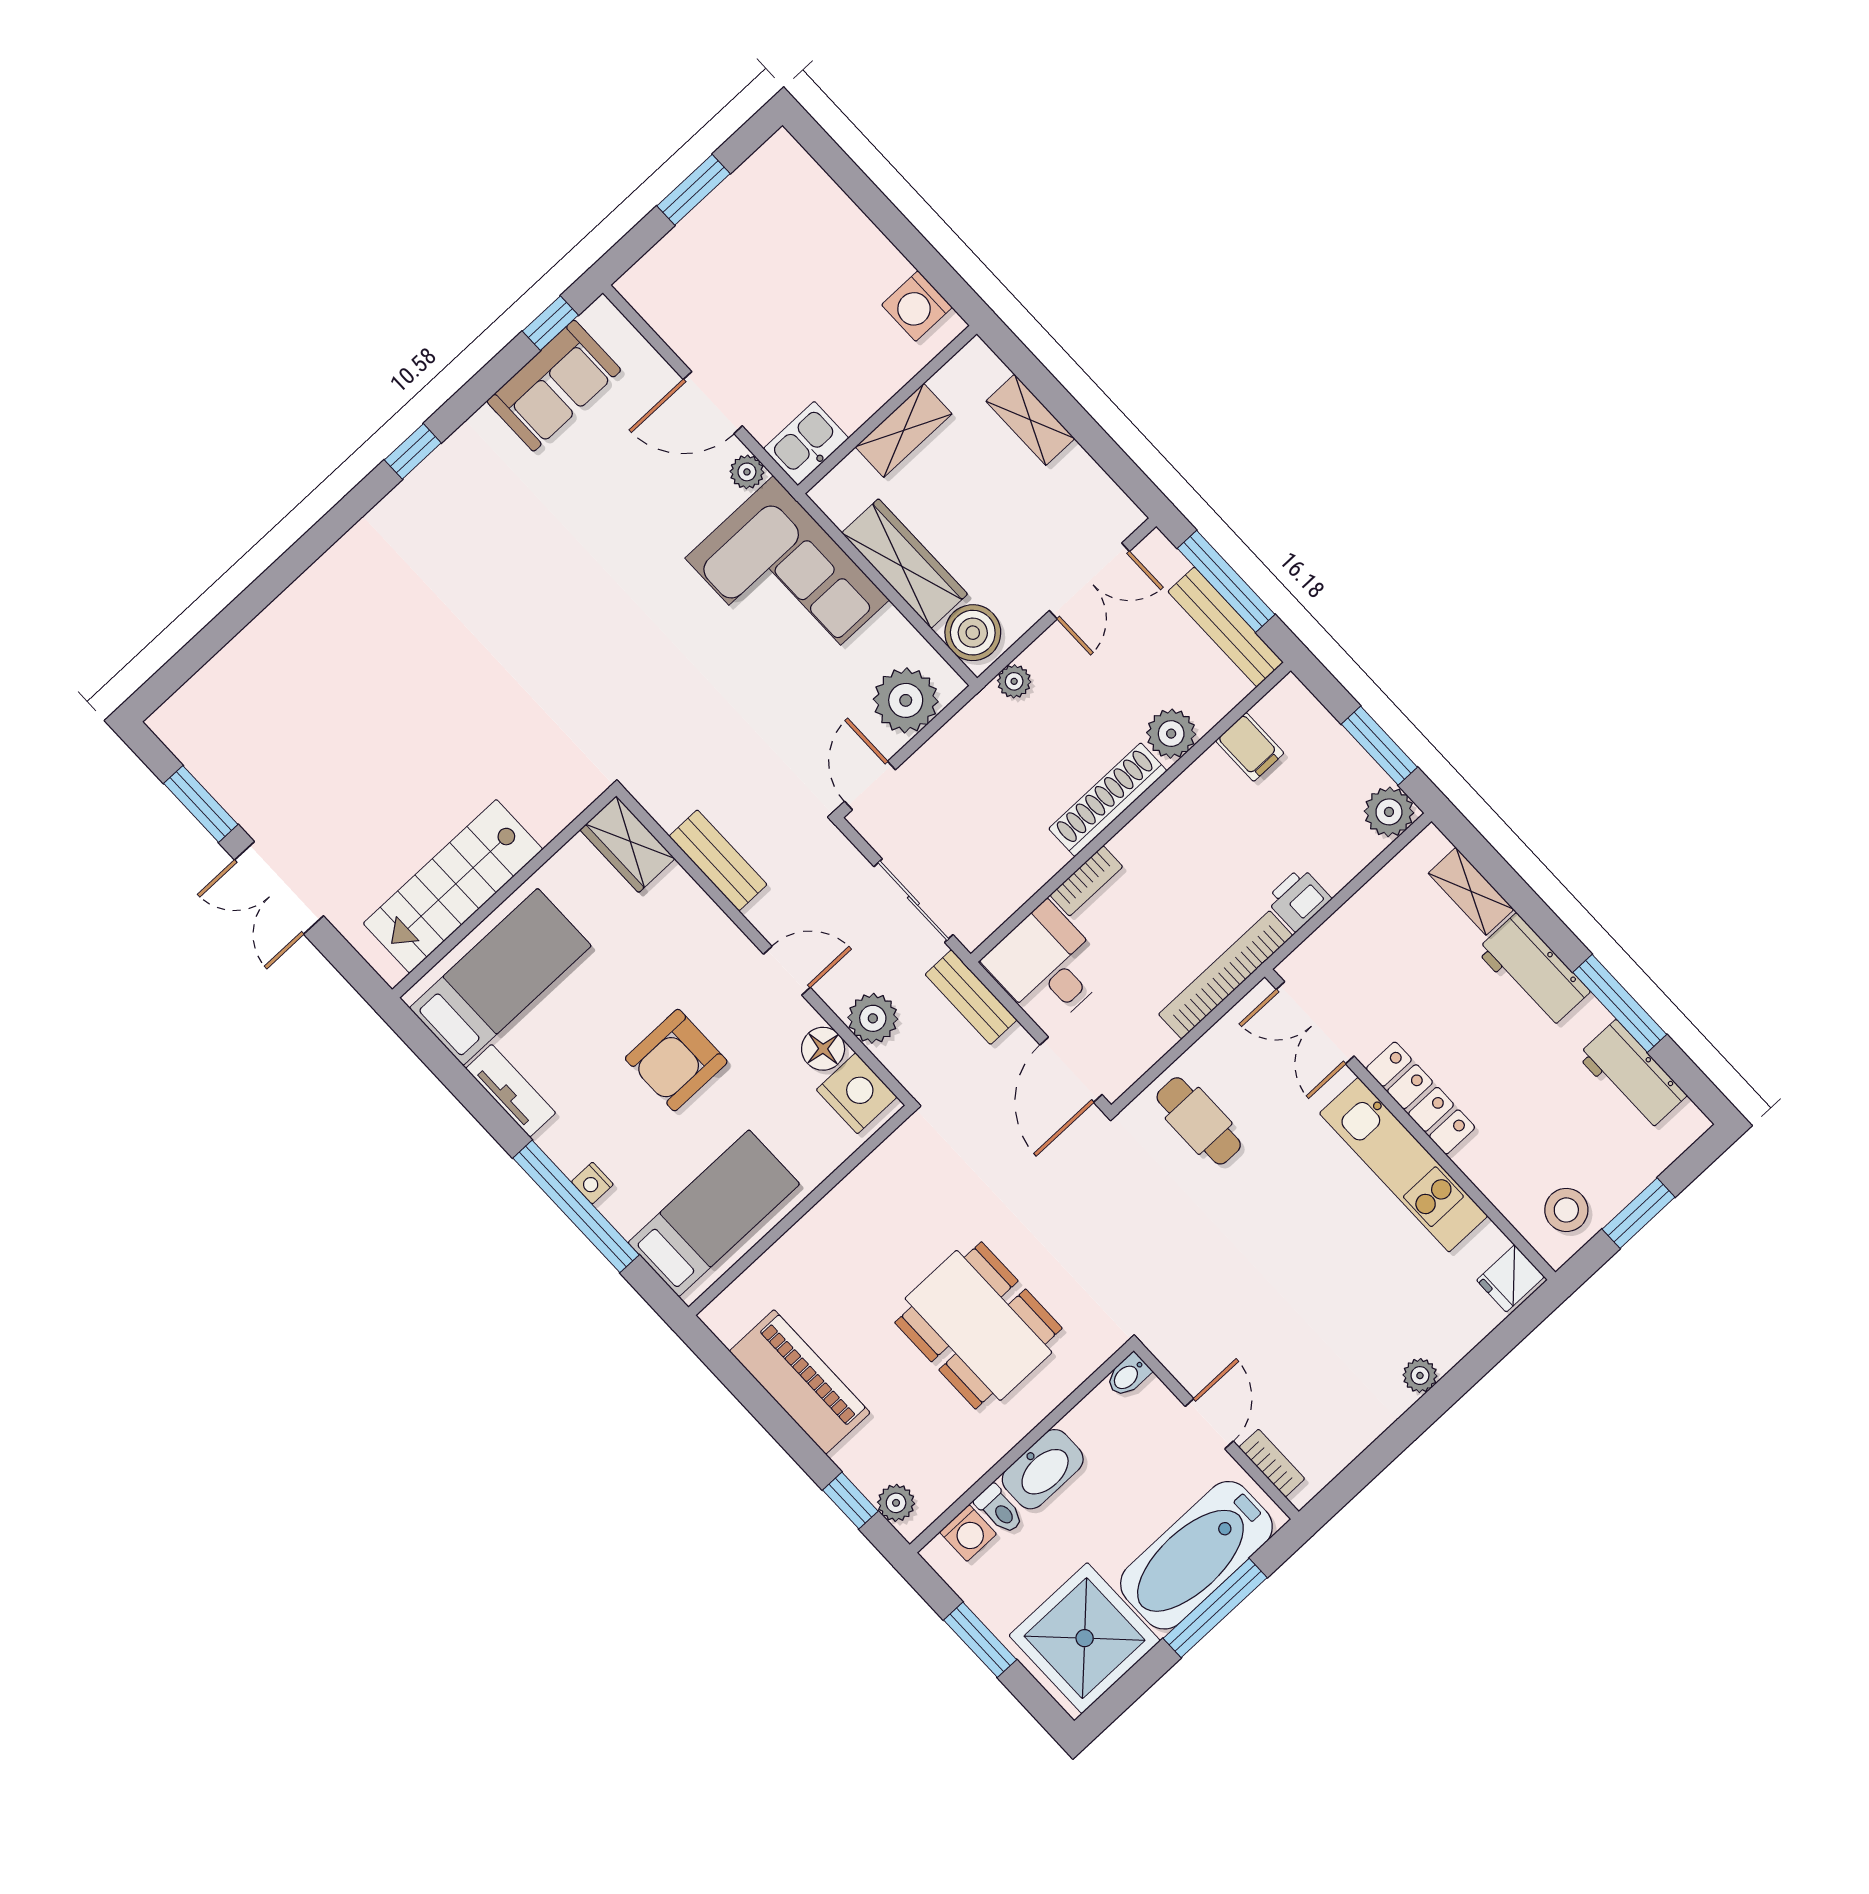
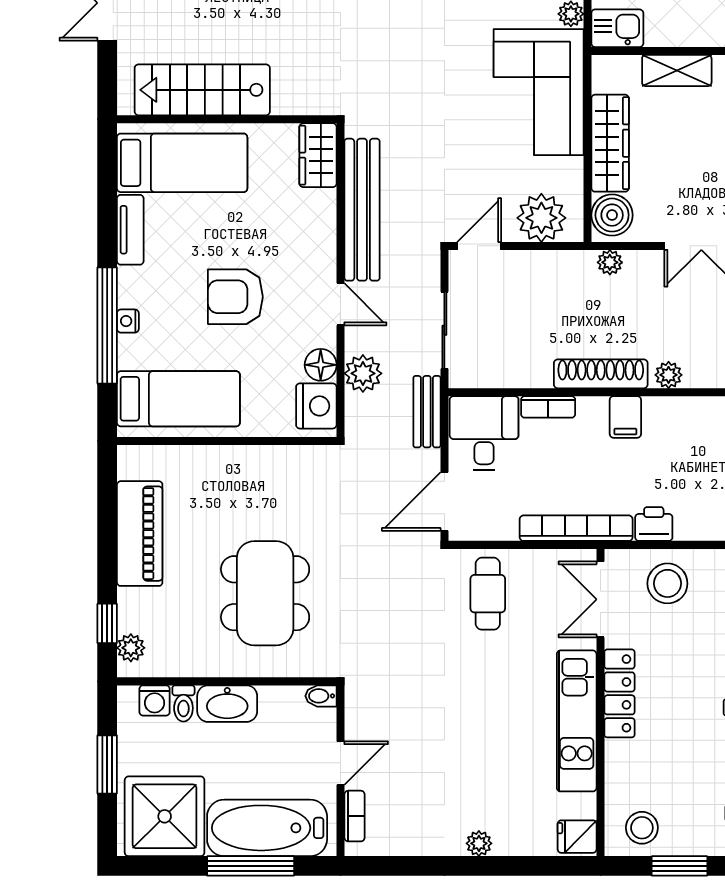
plant: (1171, 734) -> (669, 375), width x0.73, depth x0.73
filing cabinet: (1250, 747) -> (625, 417), moved
bench: (718, 860) -> (362, 210), width x1.86, depth x1.21
stool: (1367, 945) -> (667, 583), added

